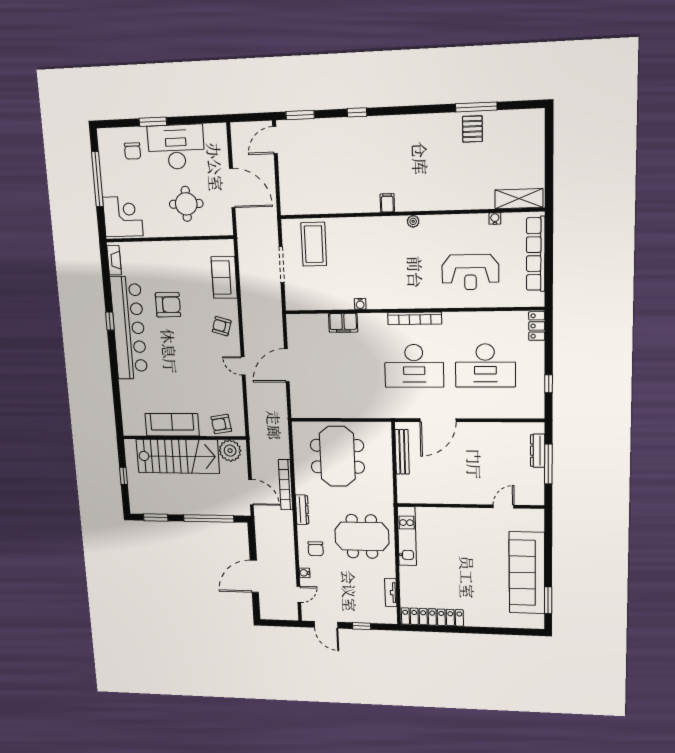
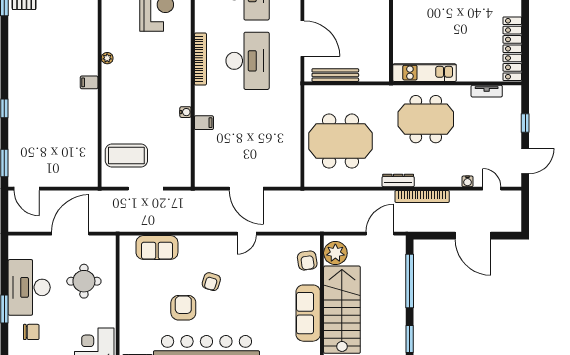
filing cabinet: (343, 323) -> (204, 123), width x0.50
armchair: (222, 326) -> (211, 282), moved
bookcase: (286, 485) -> (422, 197), moved
meeting table: (362, 536) -> (426, 119), turned 90
chair: (316, 549) -> (441, 168), removed

